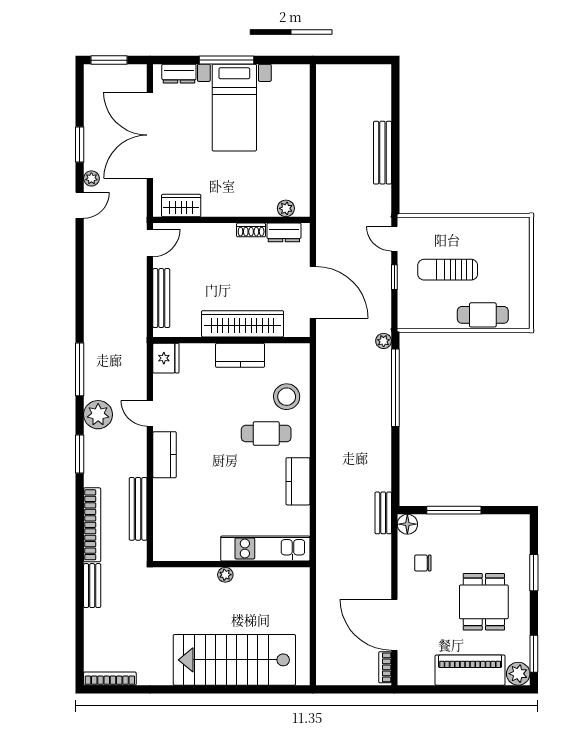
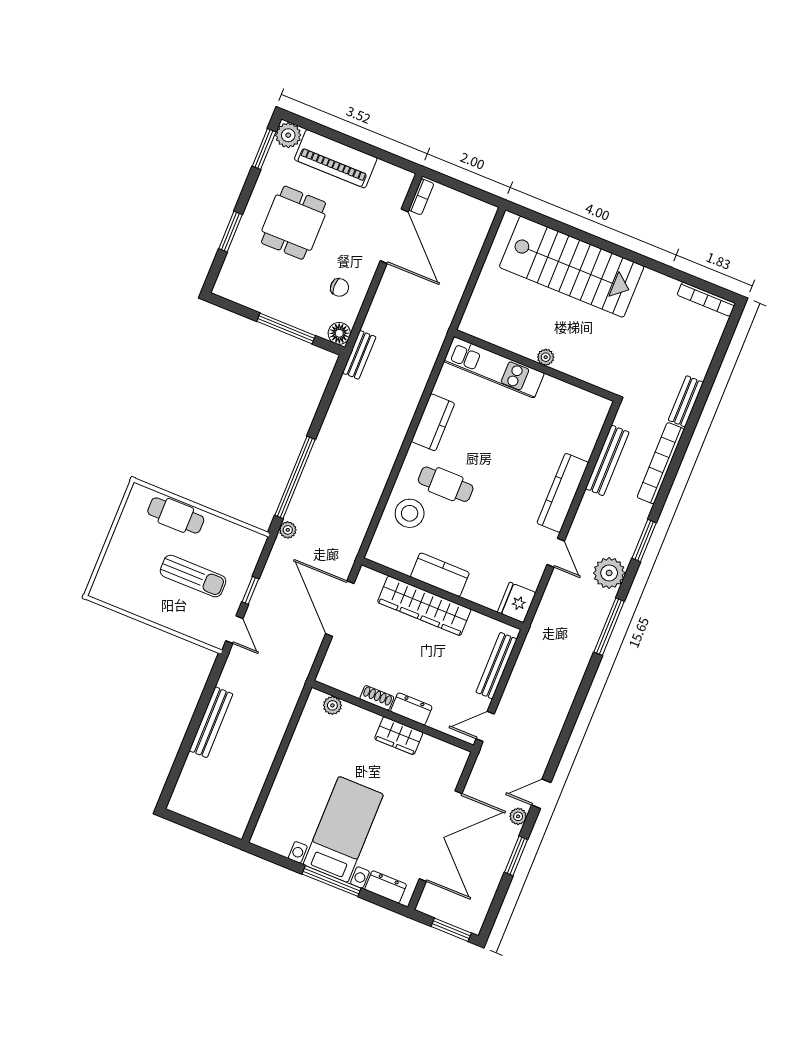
wardrobe: (181, 206) -> (399, 736), moved
dresser: (284, 232) -> (411, 709), moved
kitchen counter: (165, 455) -> (563, 493), width x1.50

